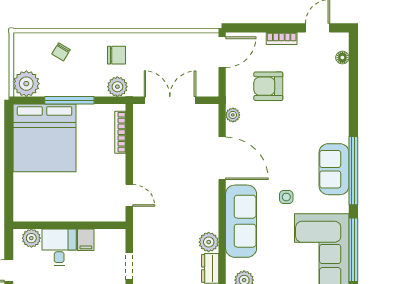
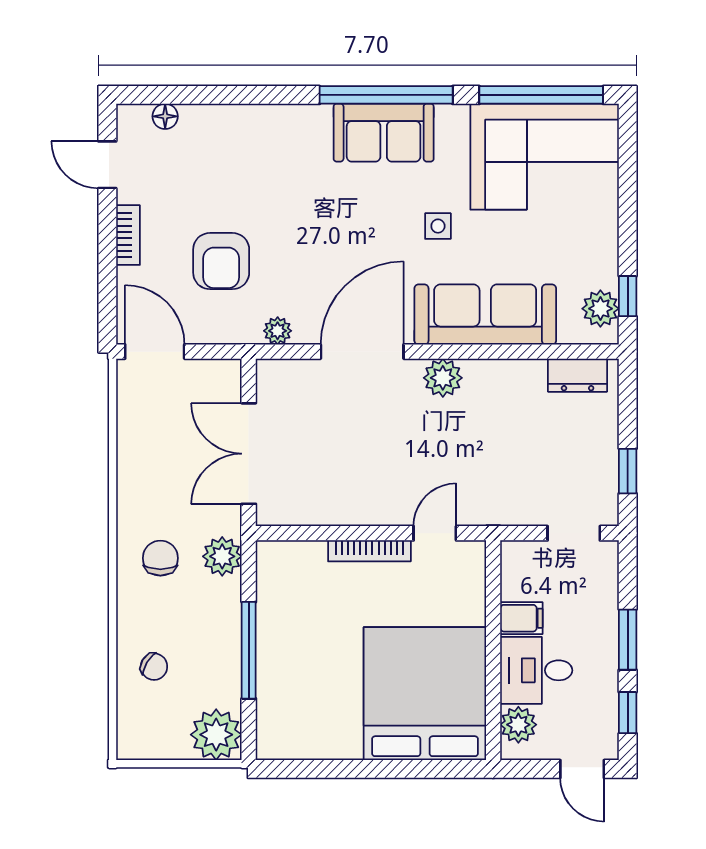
bookcase: (120, 132) -> (369, 551), moved
bed: (45, 138) -> (425, 694), moved, turned -90
plant: (209, 242) -> (443, 378), moved

